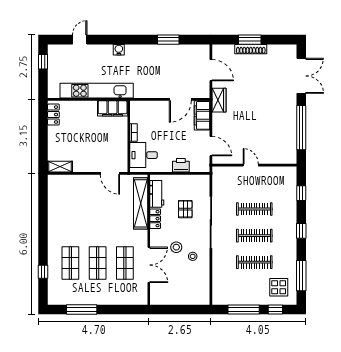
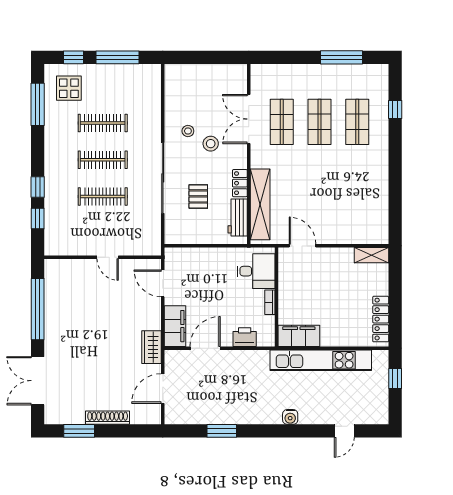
window: (250, 40) -> (79, 431), moved
window: (43, 62) -> (395, 379), moved
door: (211, 70) -> (163, 389), hinge flipped
locker: (53, 115) -> (381, 319), width x1.53
printer: (181, 165) -> (245, 337), moved, turned 180
window: (301, 231) -> (38, 187), moved

